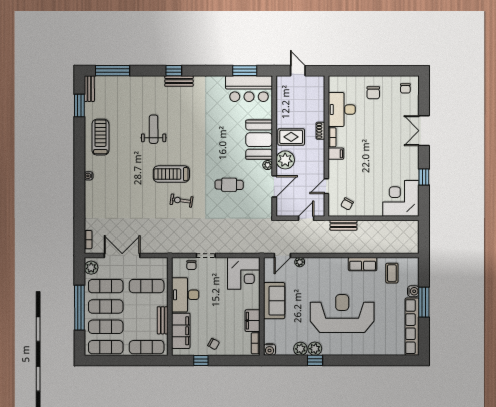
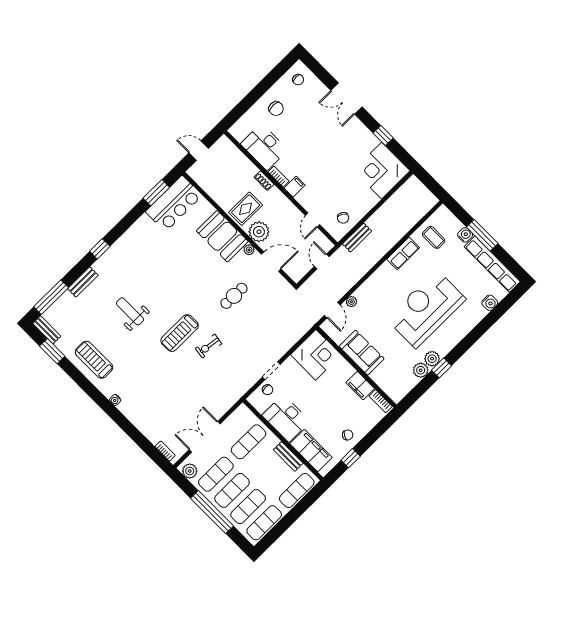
bench: (179, 81) -> (83, 282), moved
door: (274, 186) -> (271, 262), hinge flipped
water cooler: (270, 350) -> (490, 303), moved

